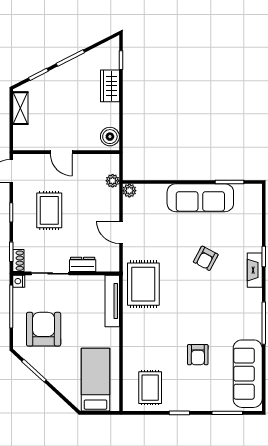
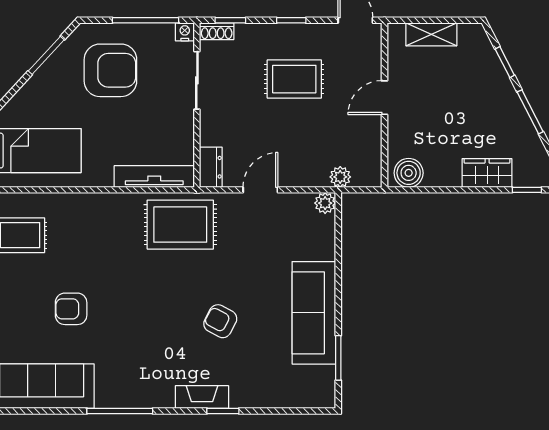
shelving: (20, 108) -> (431, 34), moved
dresser: (83, 264) -> (211, 167), moved

